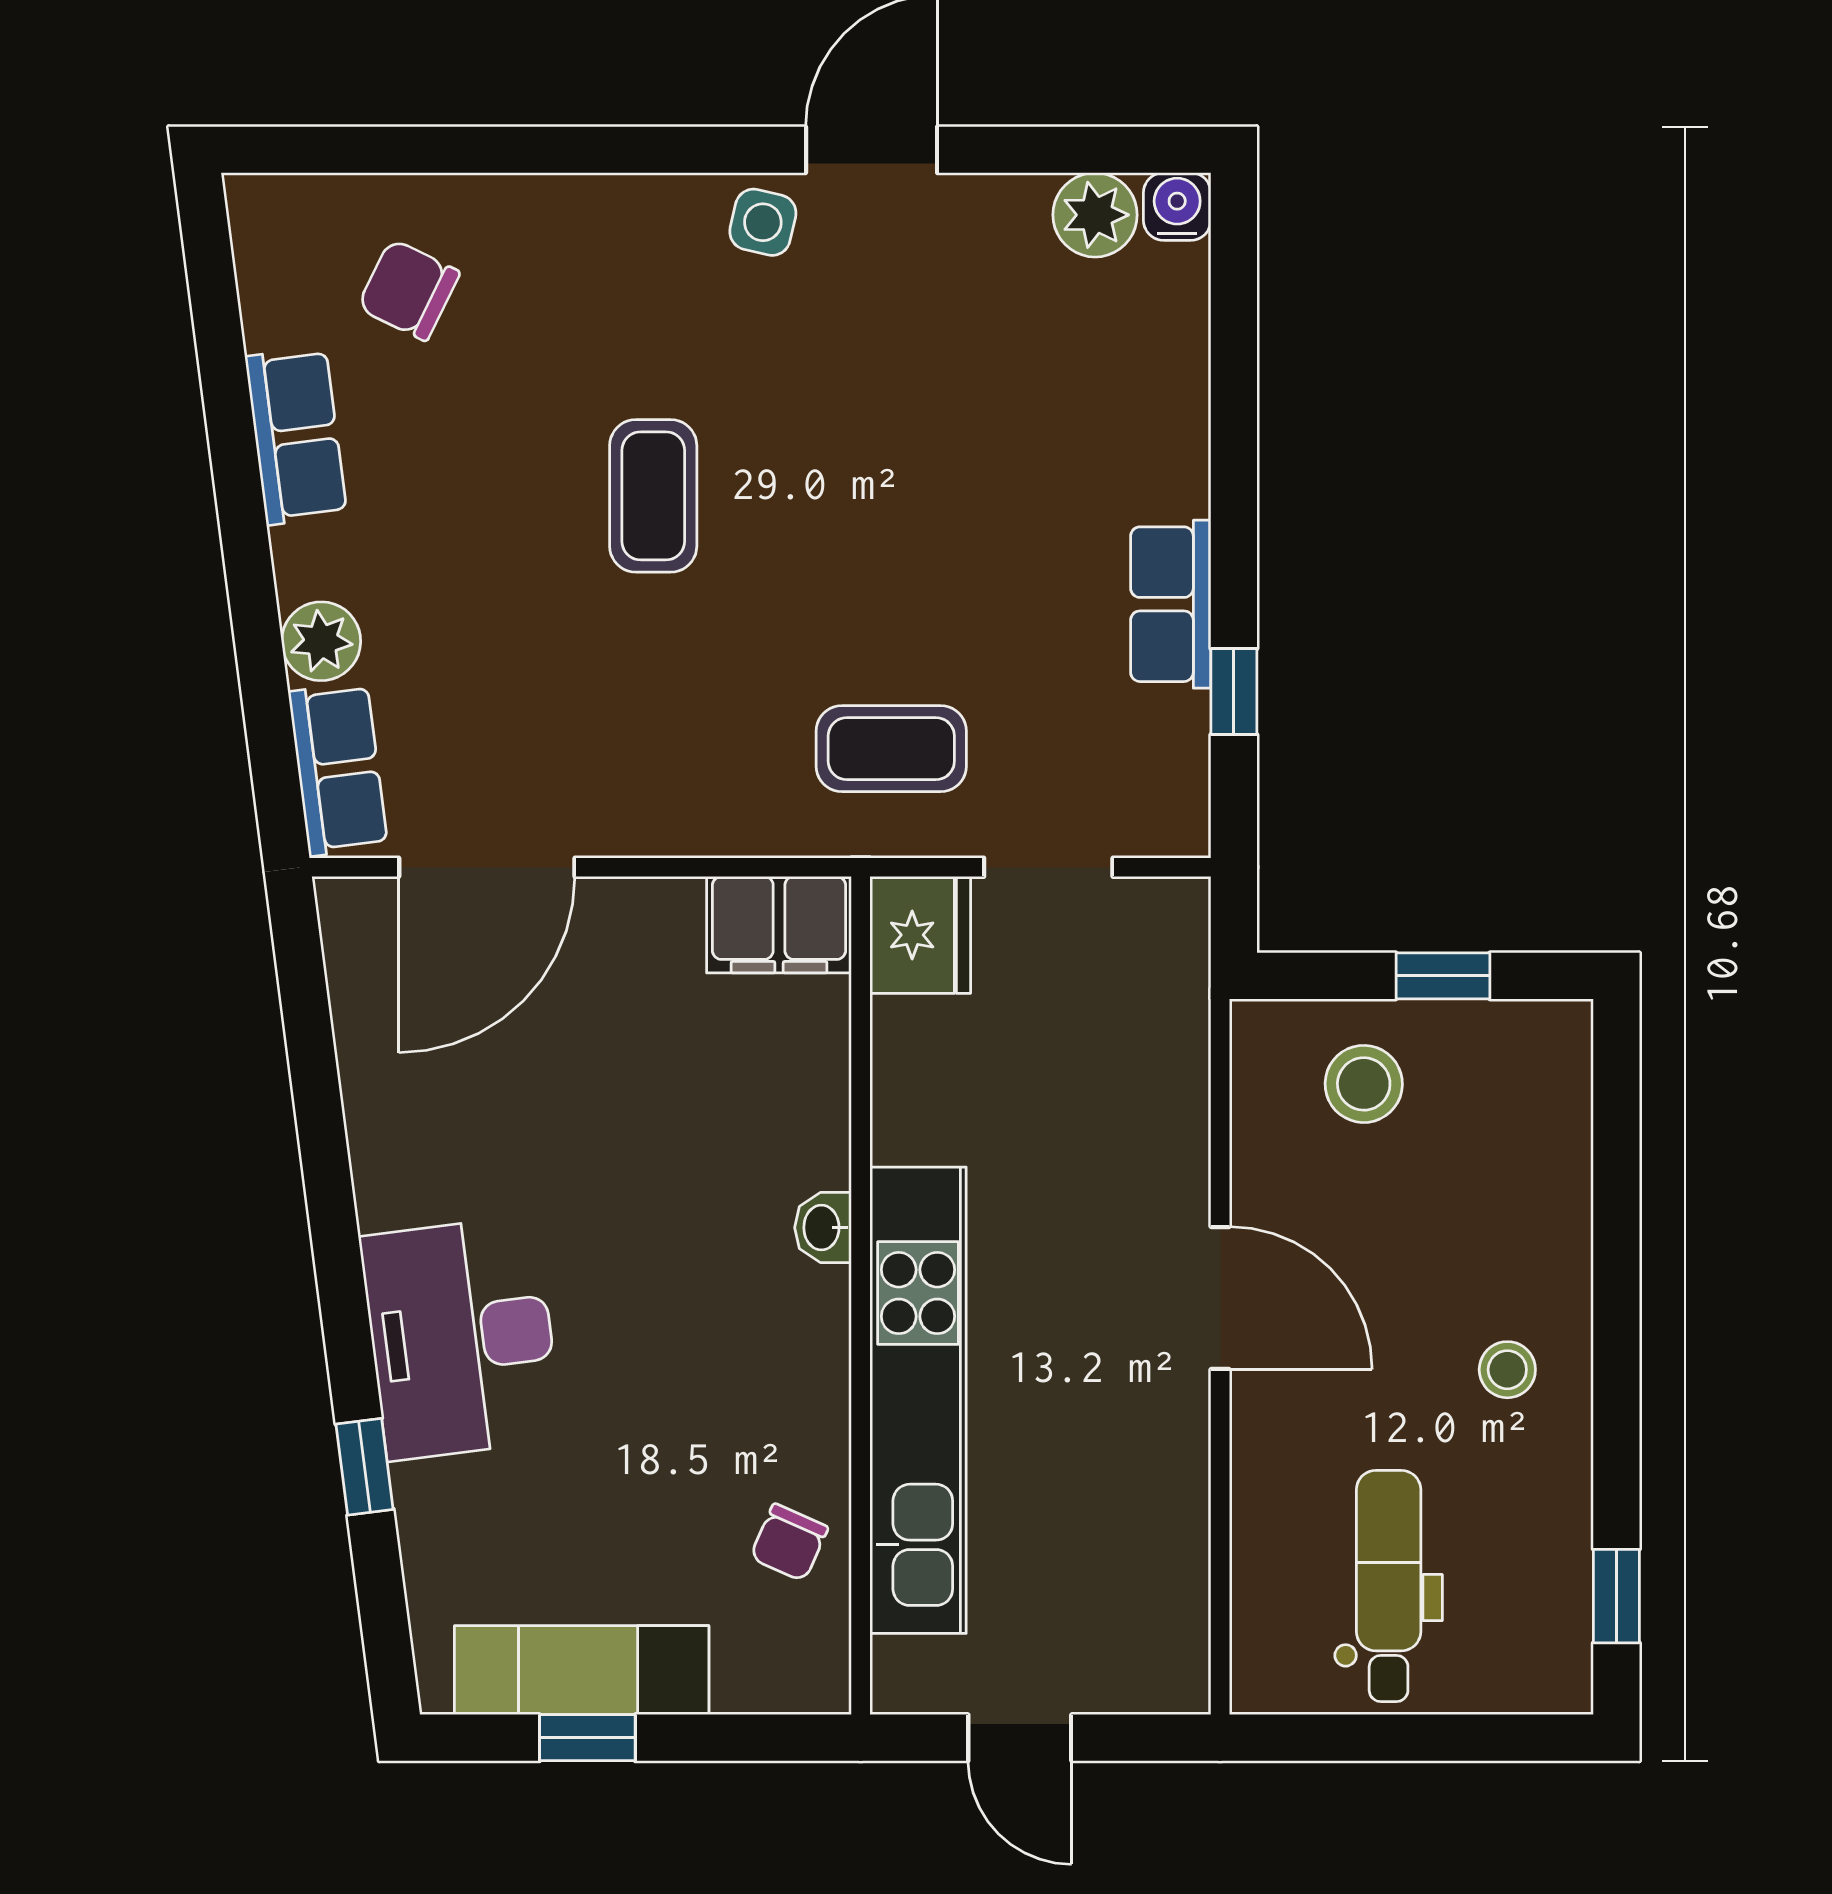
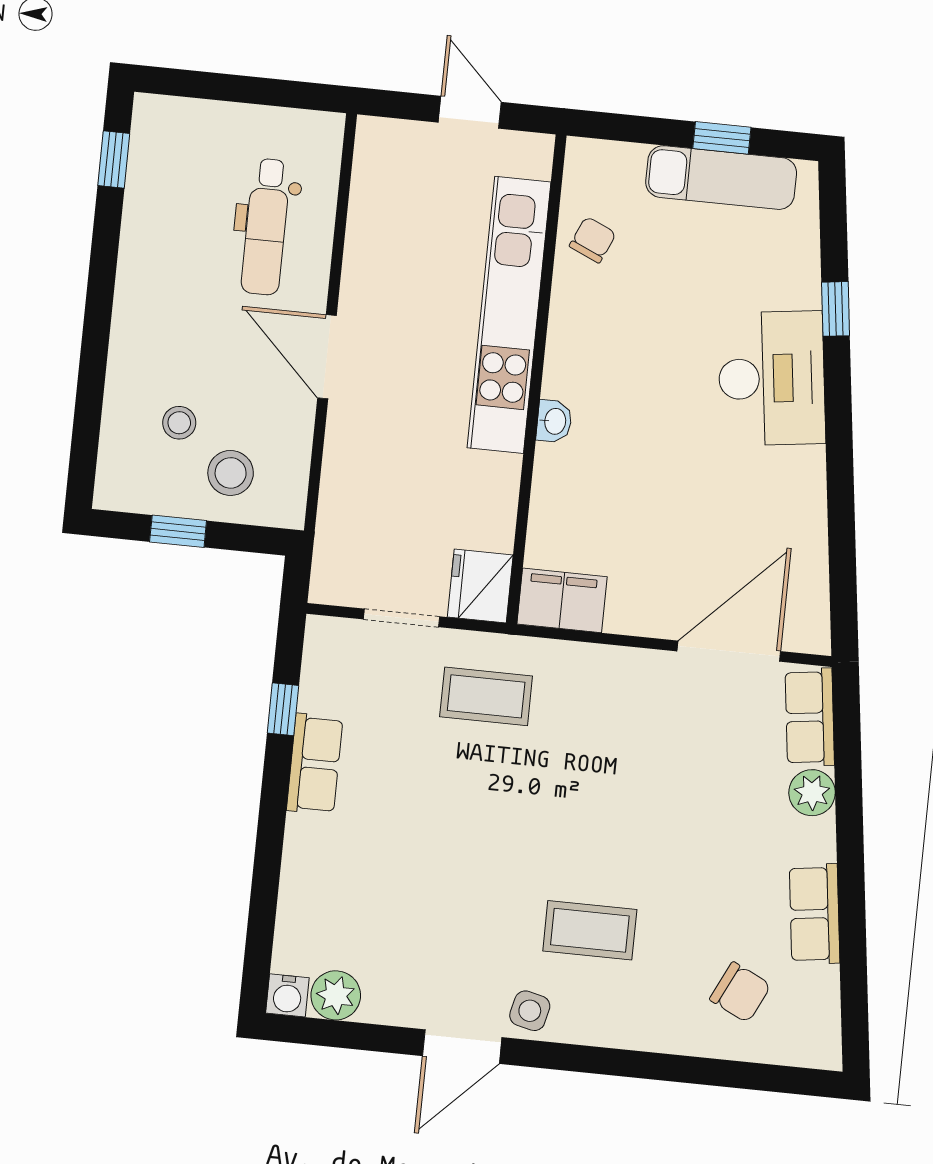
coffee table: (653, 496) -> (590, 930), moved, turned 90
stool: (1507, 1370) -> (179, 423), moved
dental chair: (1389, 1586) -> (266, 227), moved

